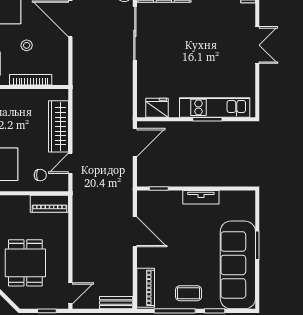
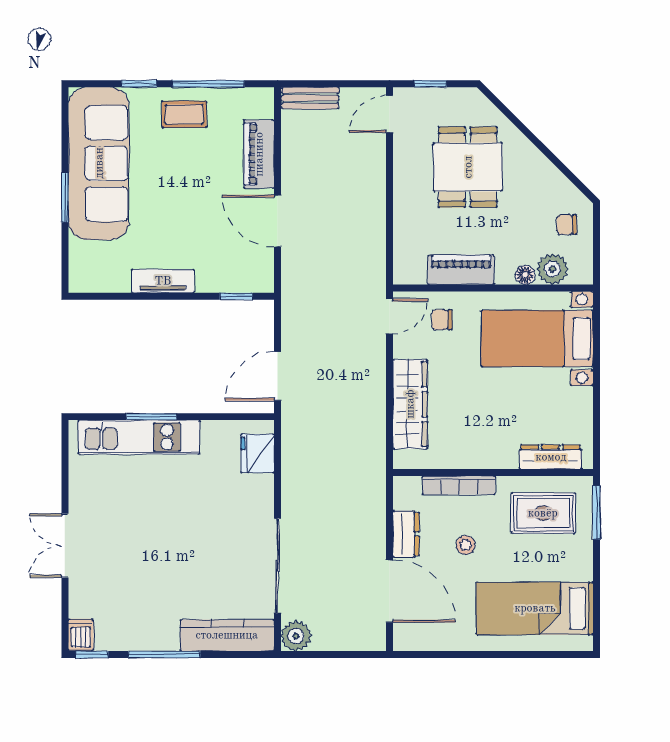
dresser: (61, 52) -> (406, 534), added
fridge: (157, 108) -> (258, 454), moved, turned 90
door: (70, 163) -> (389, 316), moved
piano: (49, 204) -> (461, 270), moved
piano: (146, 288) -> (259, 154), moved

